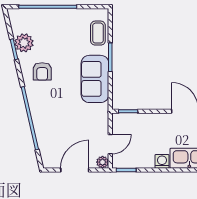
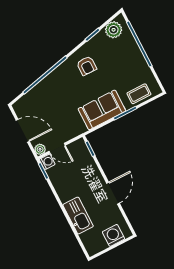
plant: (24, 43) -> (114, 30), moved
armchair: (42, 71) -> (87, 66), turned -90
washing machine: (162, 161) -> (47, 162), moved

